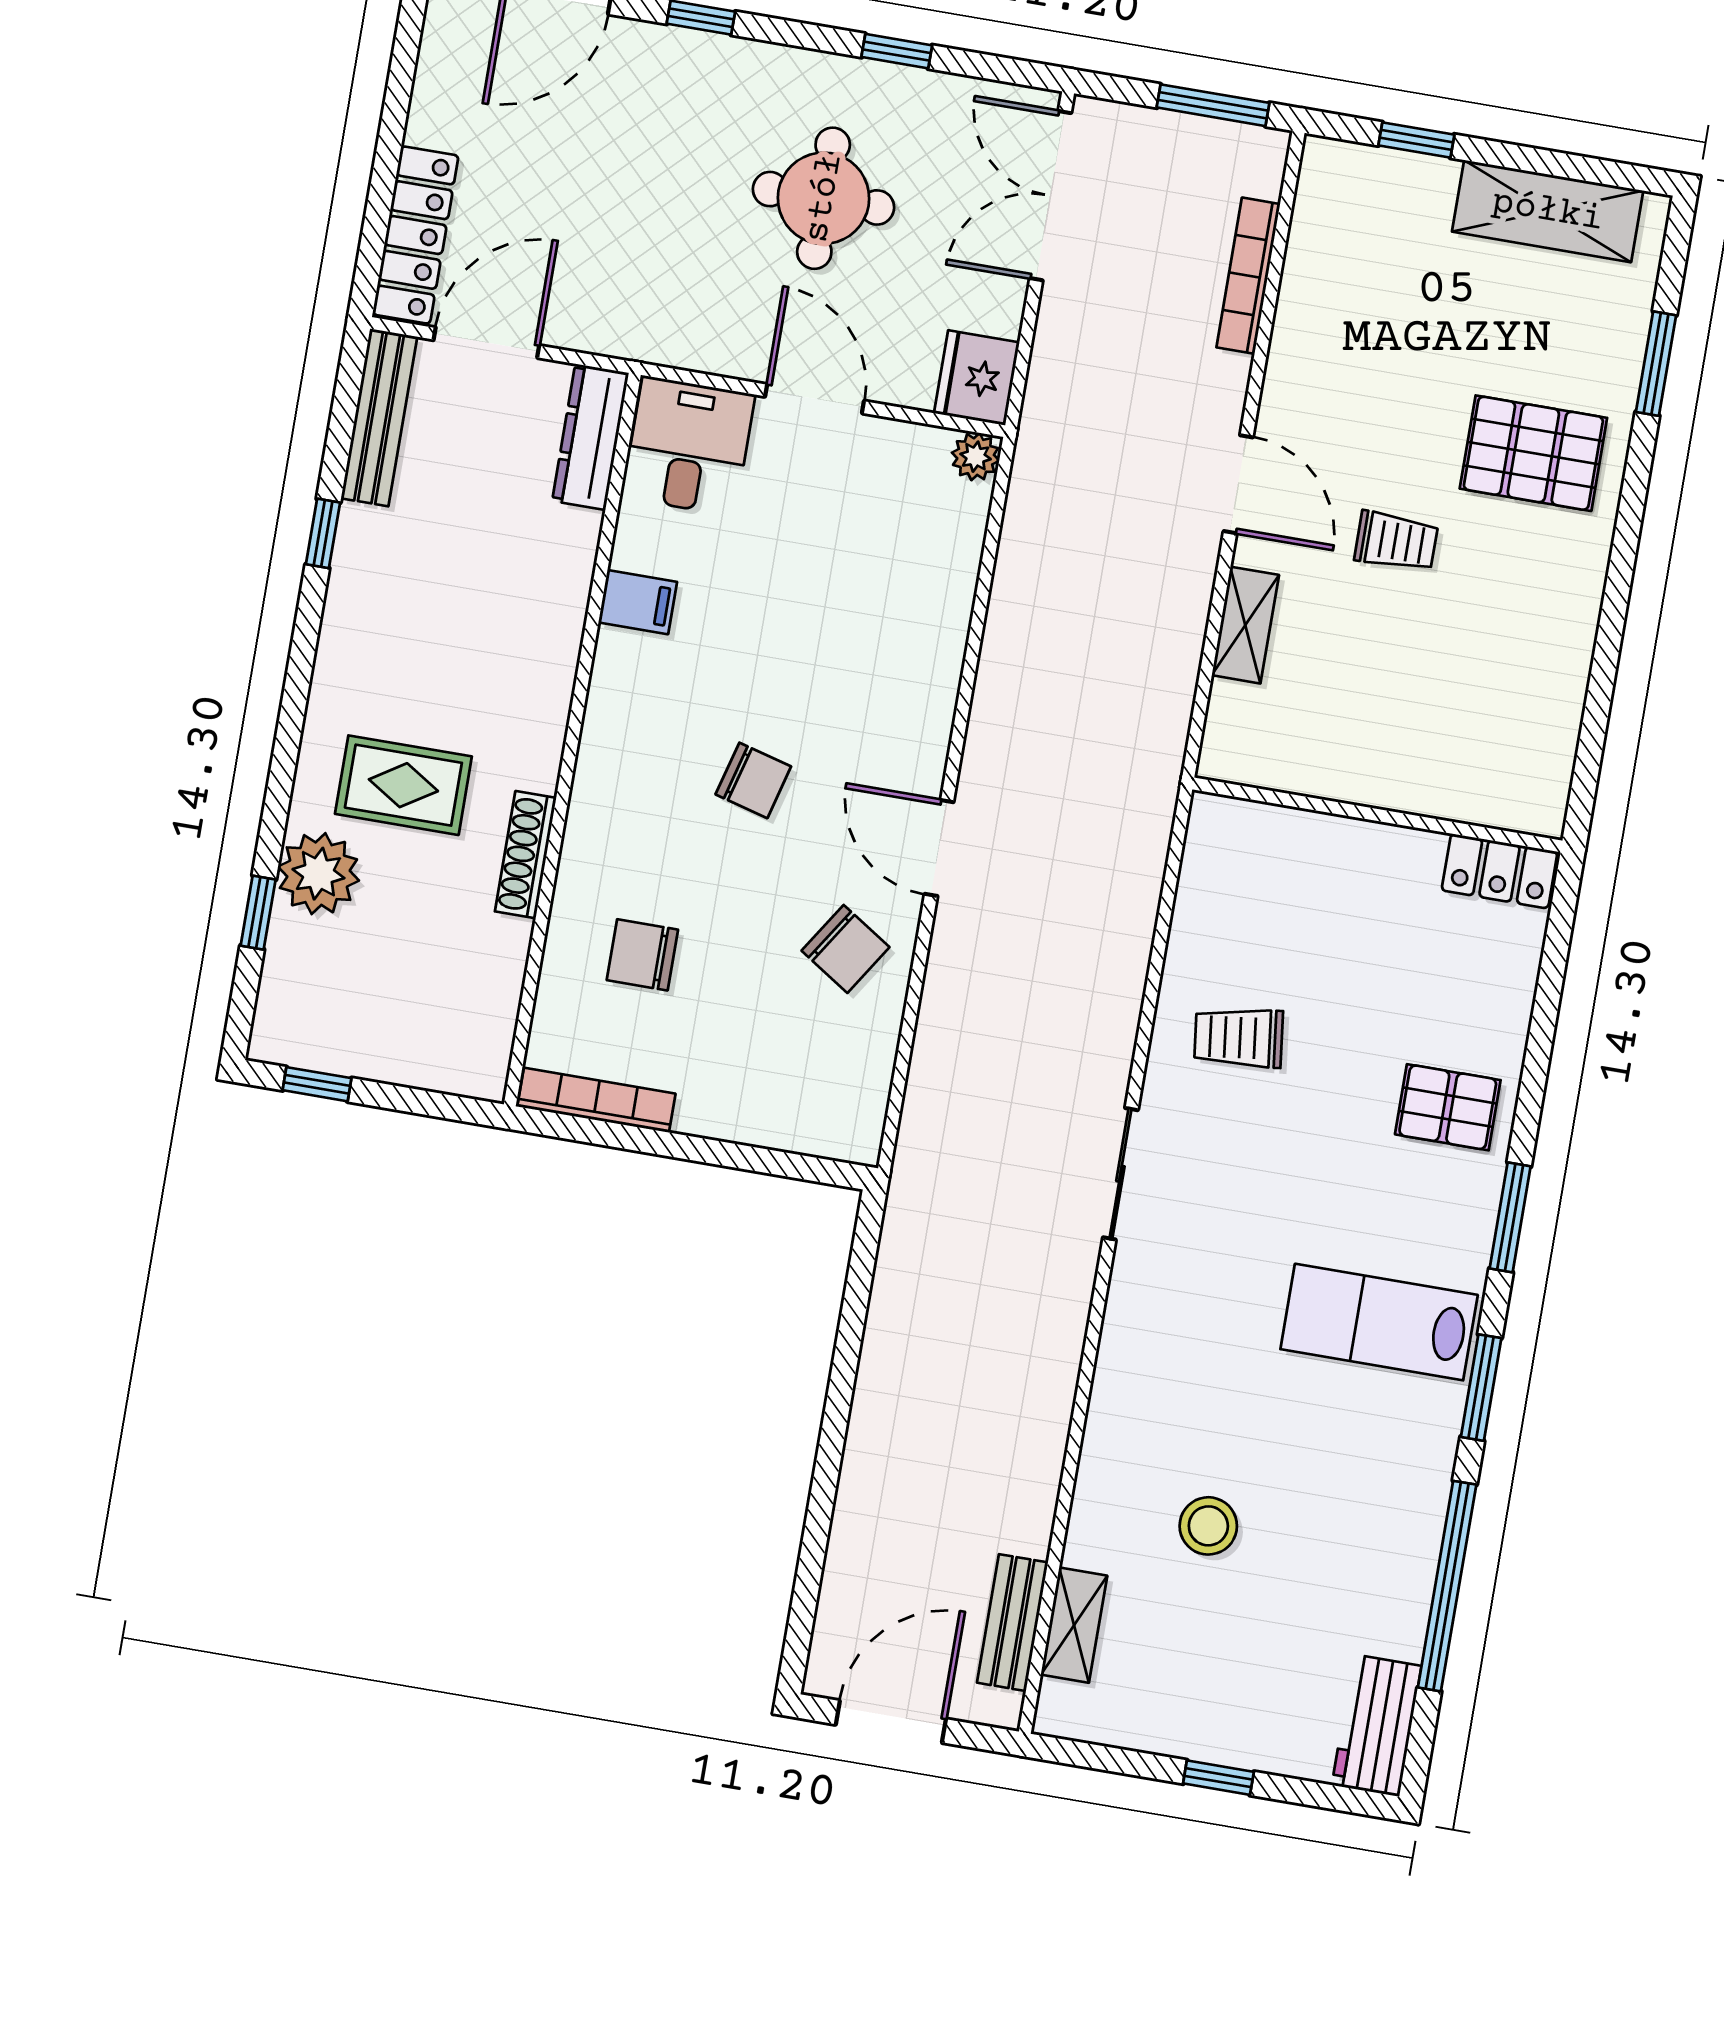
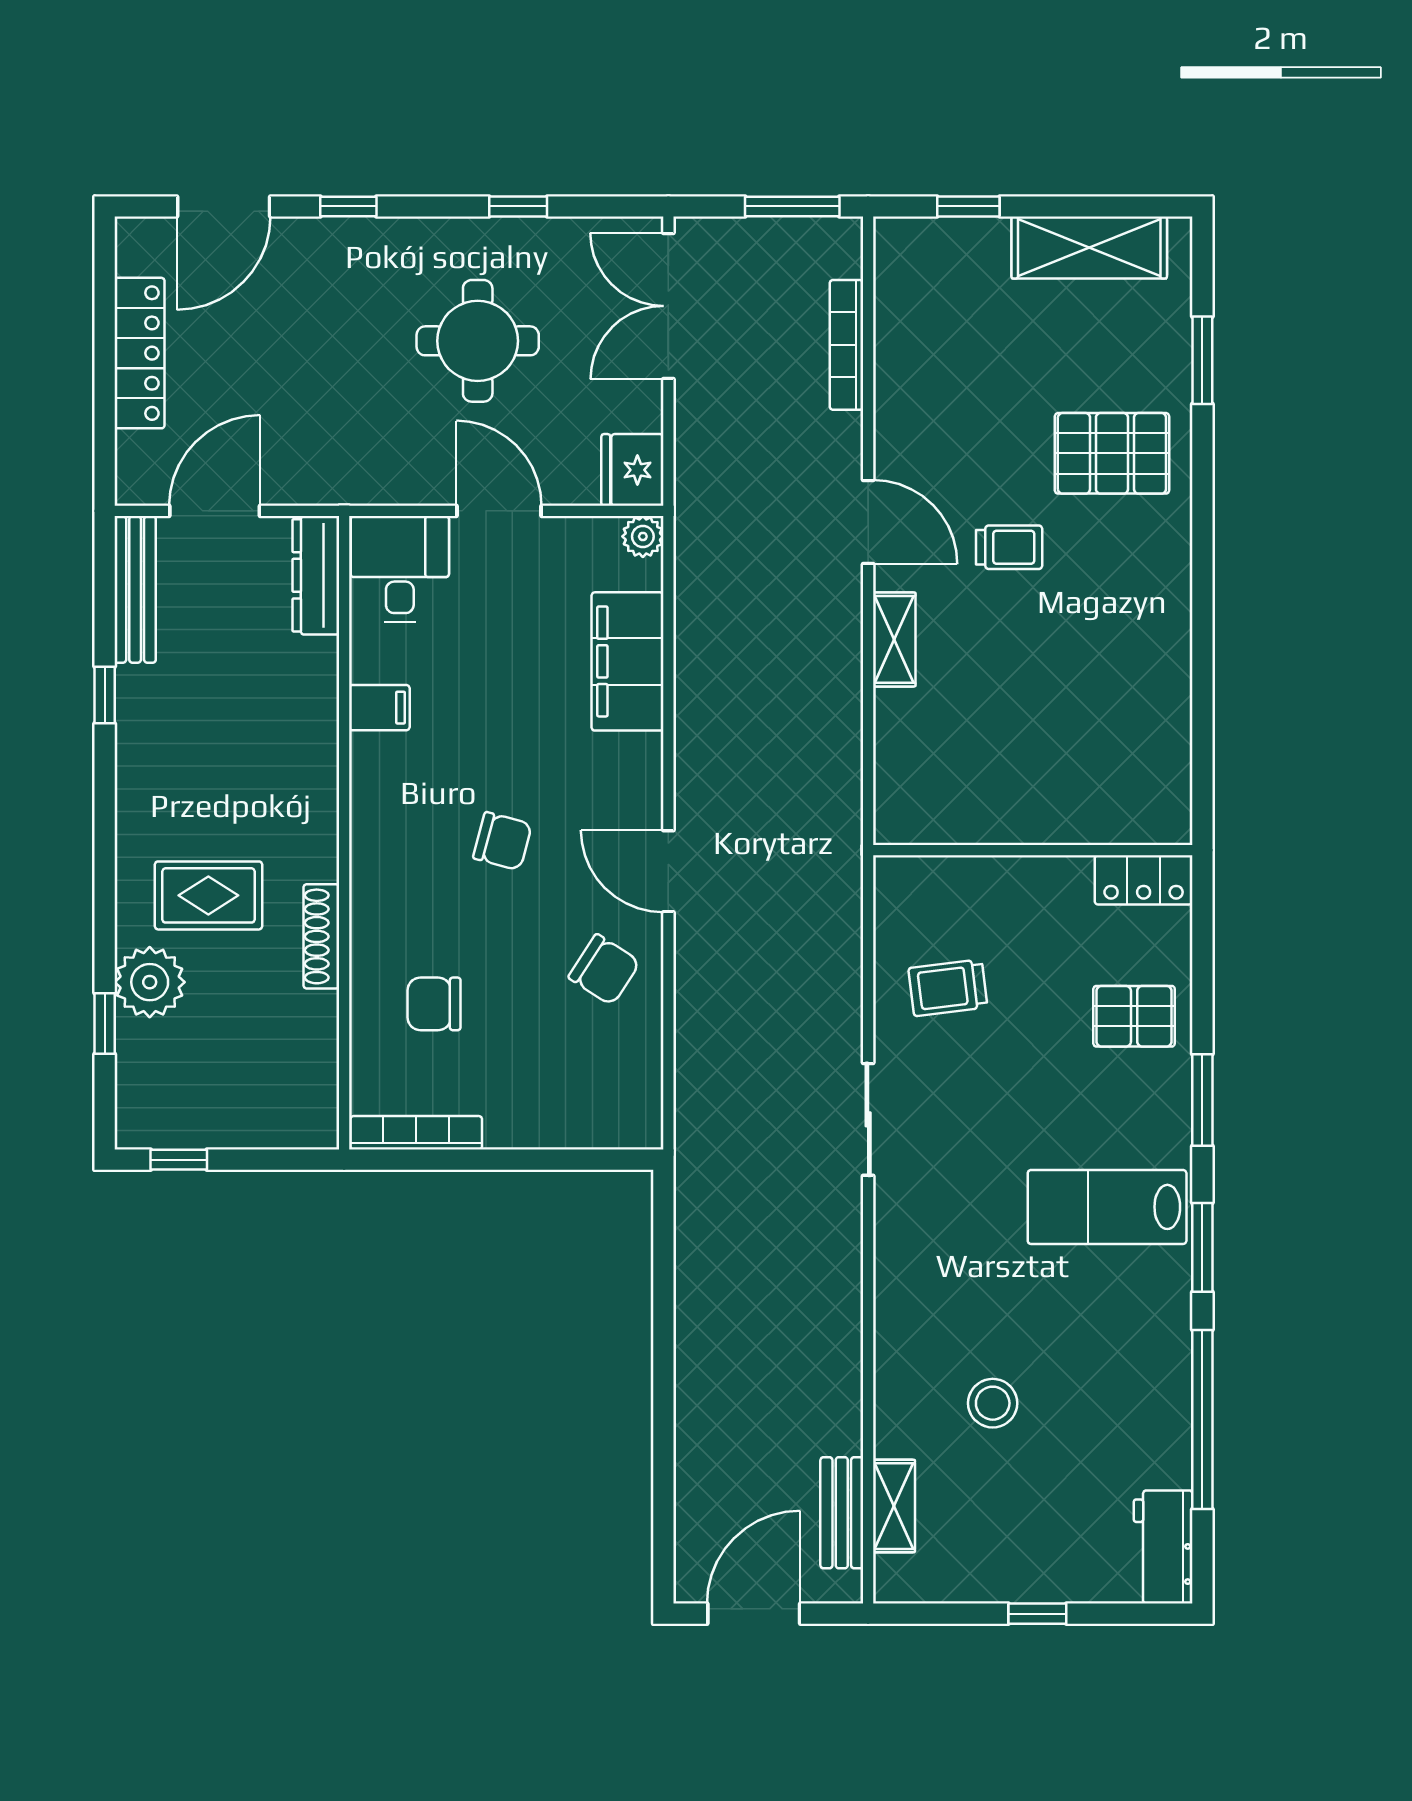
locker: (416, 235) -> (139, 353), moved
filing cabinet: (933, 598) -> (628, 661), added
wall: (1377, 815) -> (1033, 850), moved
locker: (1500, 871) -> (1144, 880), moved

